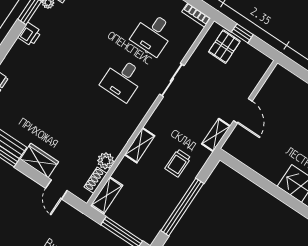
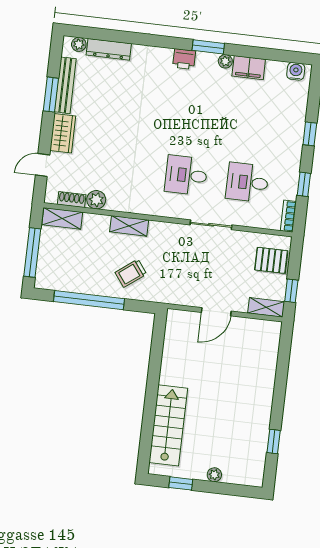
window: (242, 33) -> (291, 291), moved
shelving: (216, 135) -> (266, 307), moved
trolley: (178, 163) -> (131, 273), turned -37

